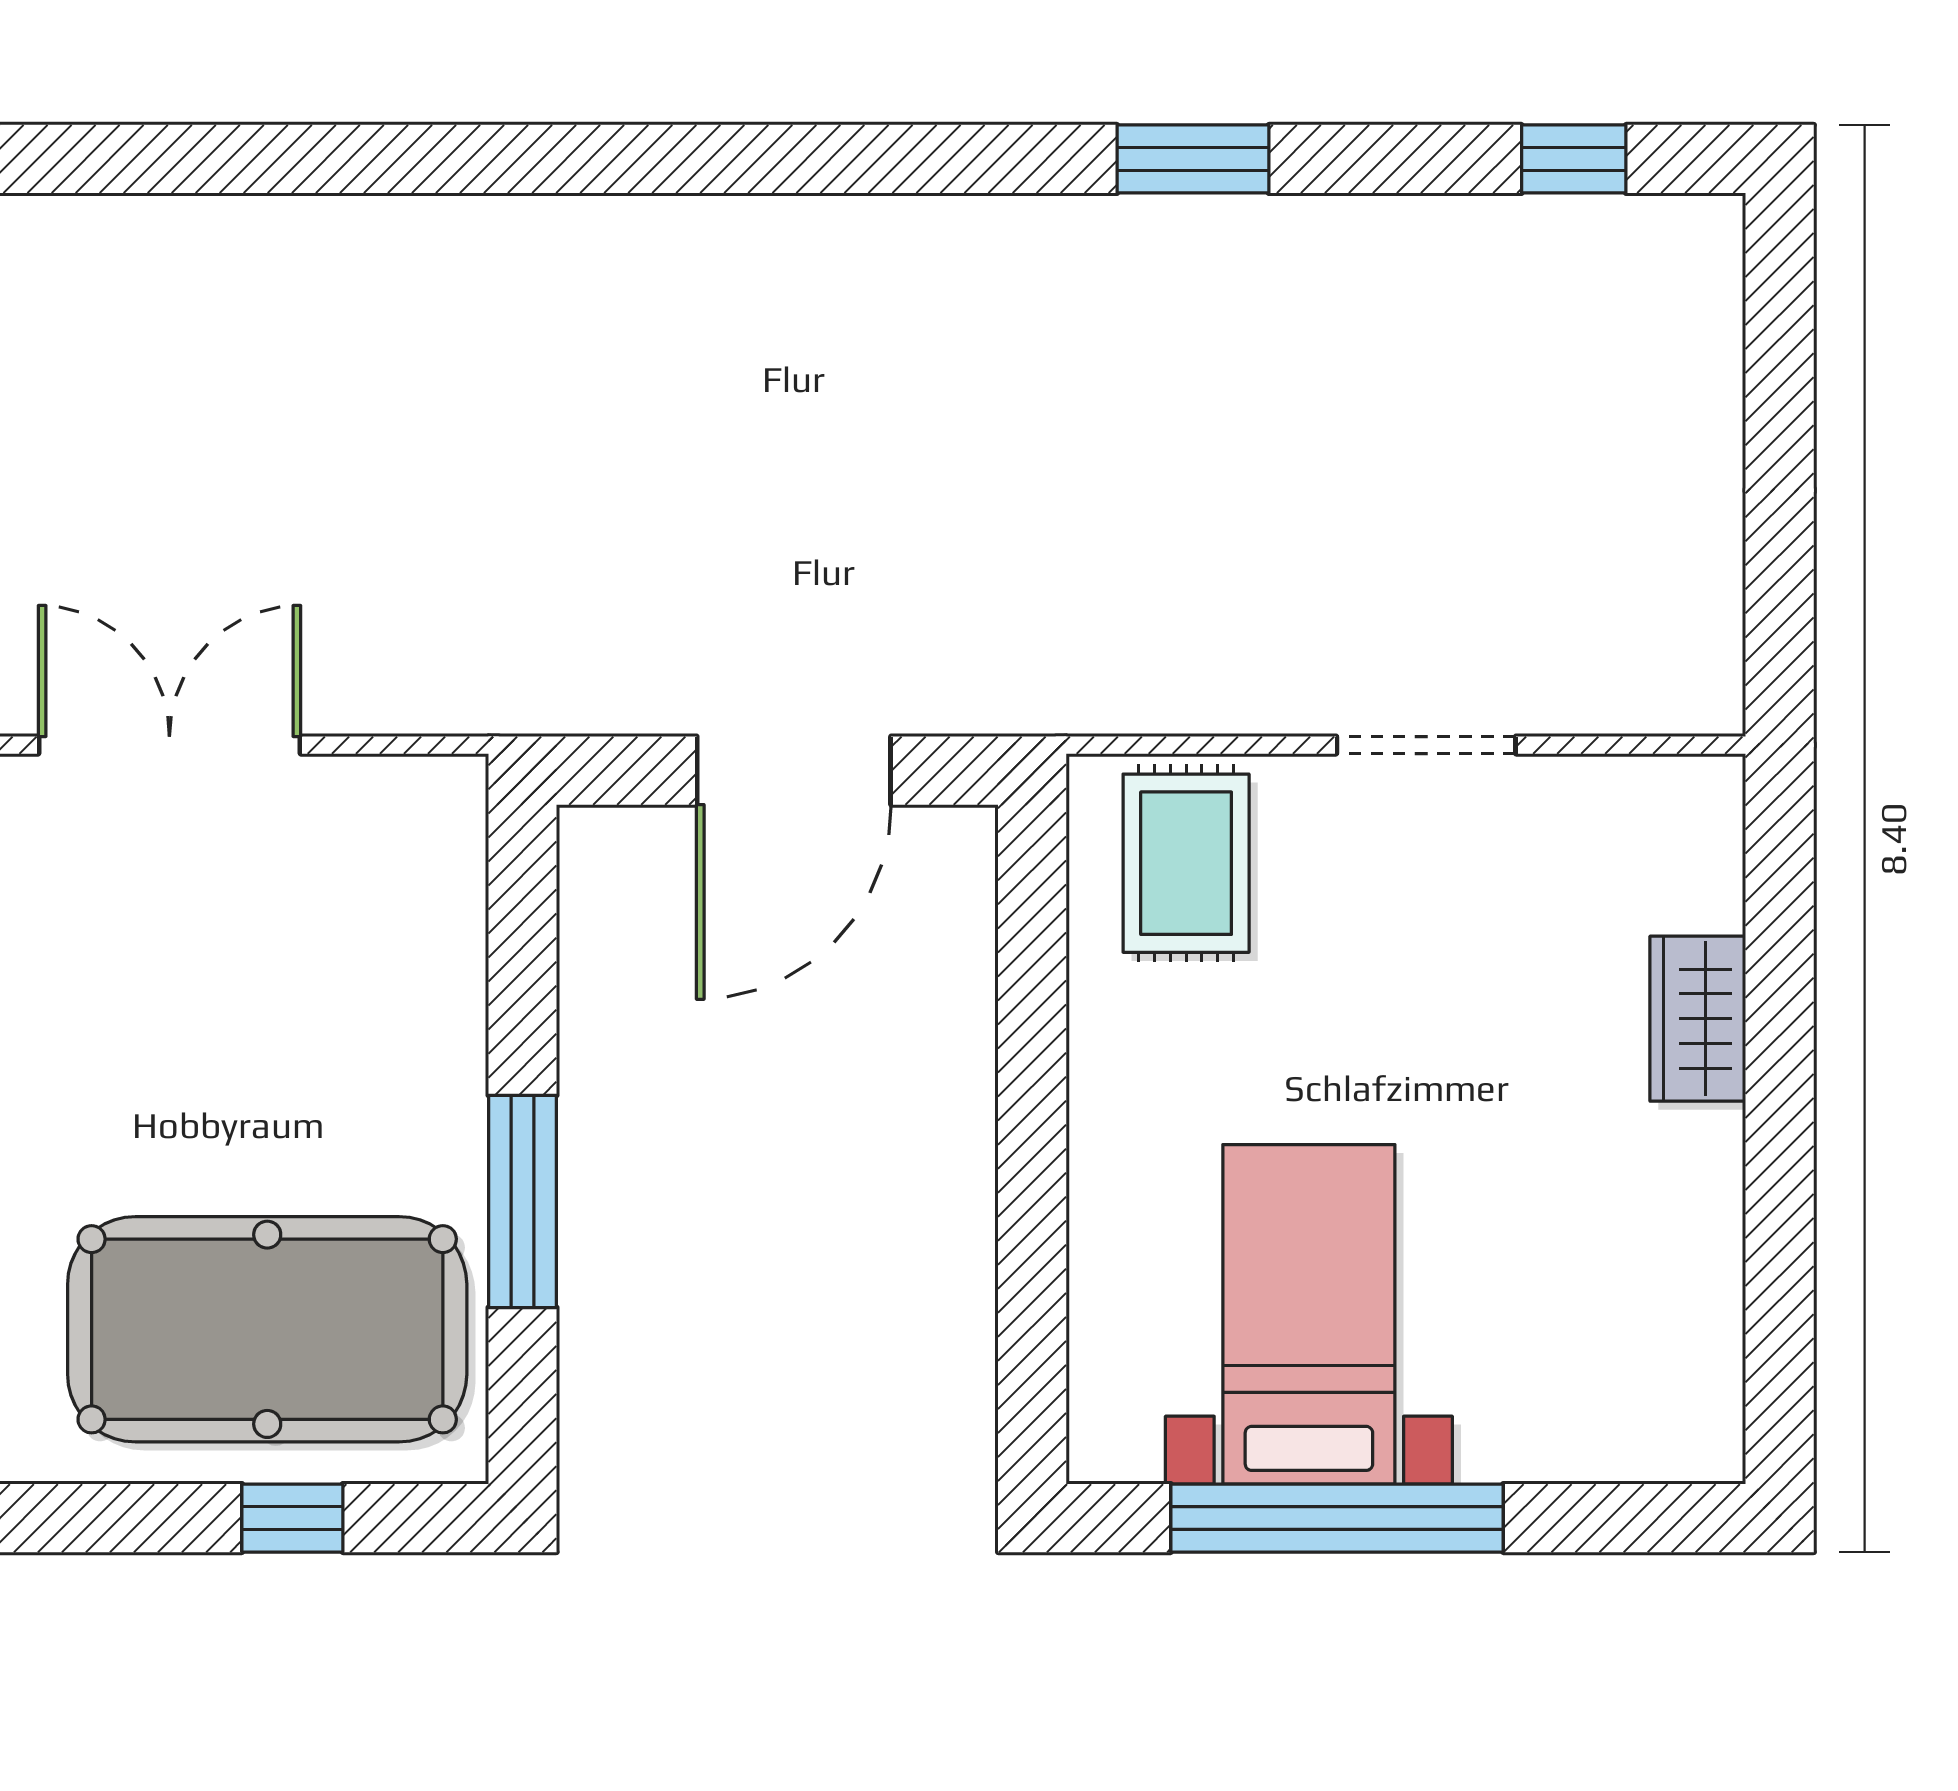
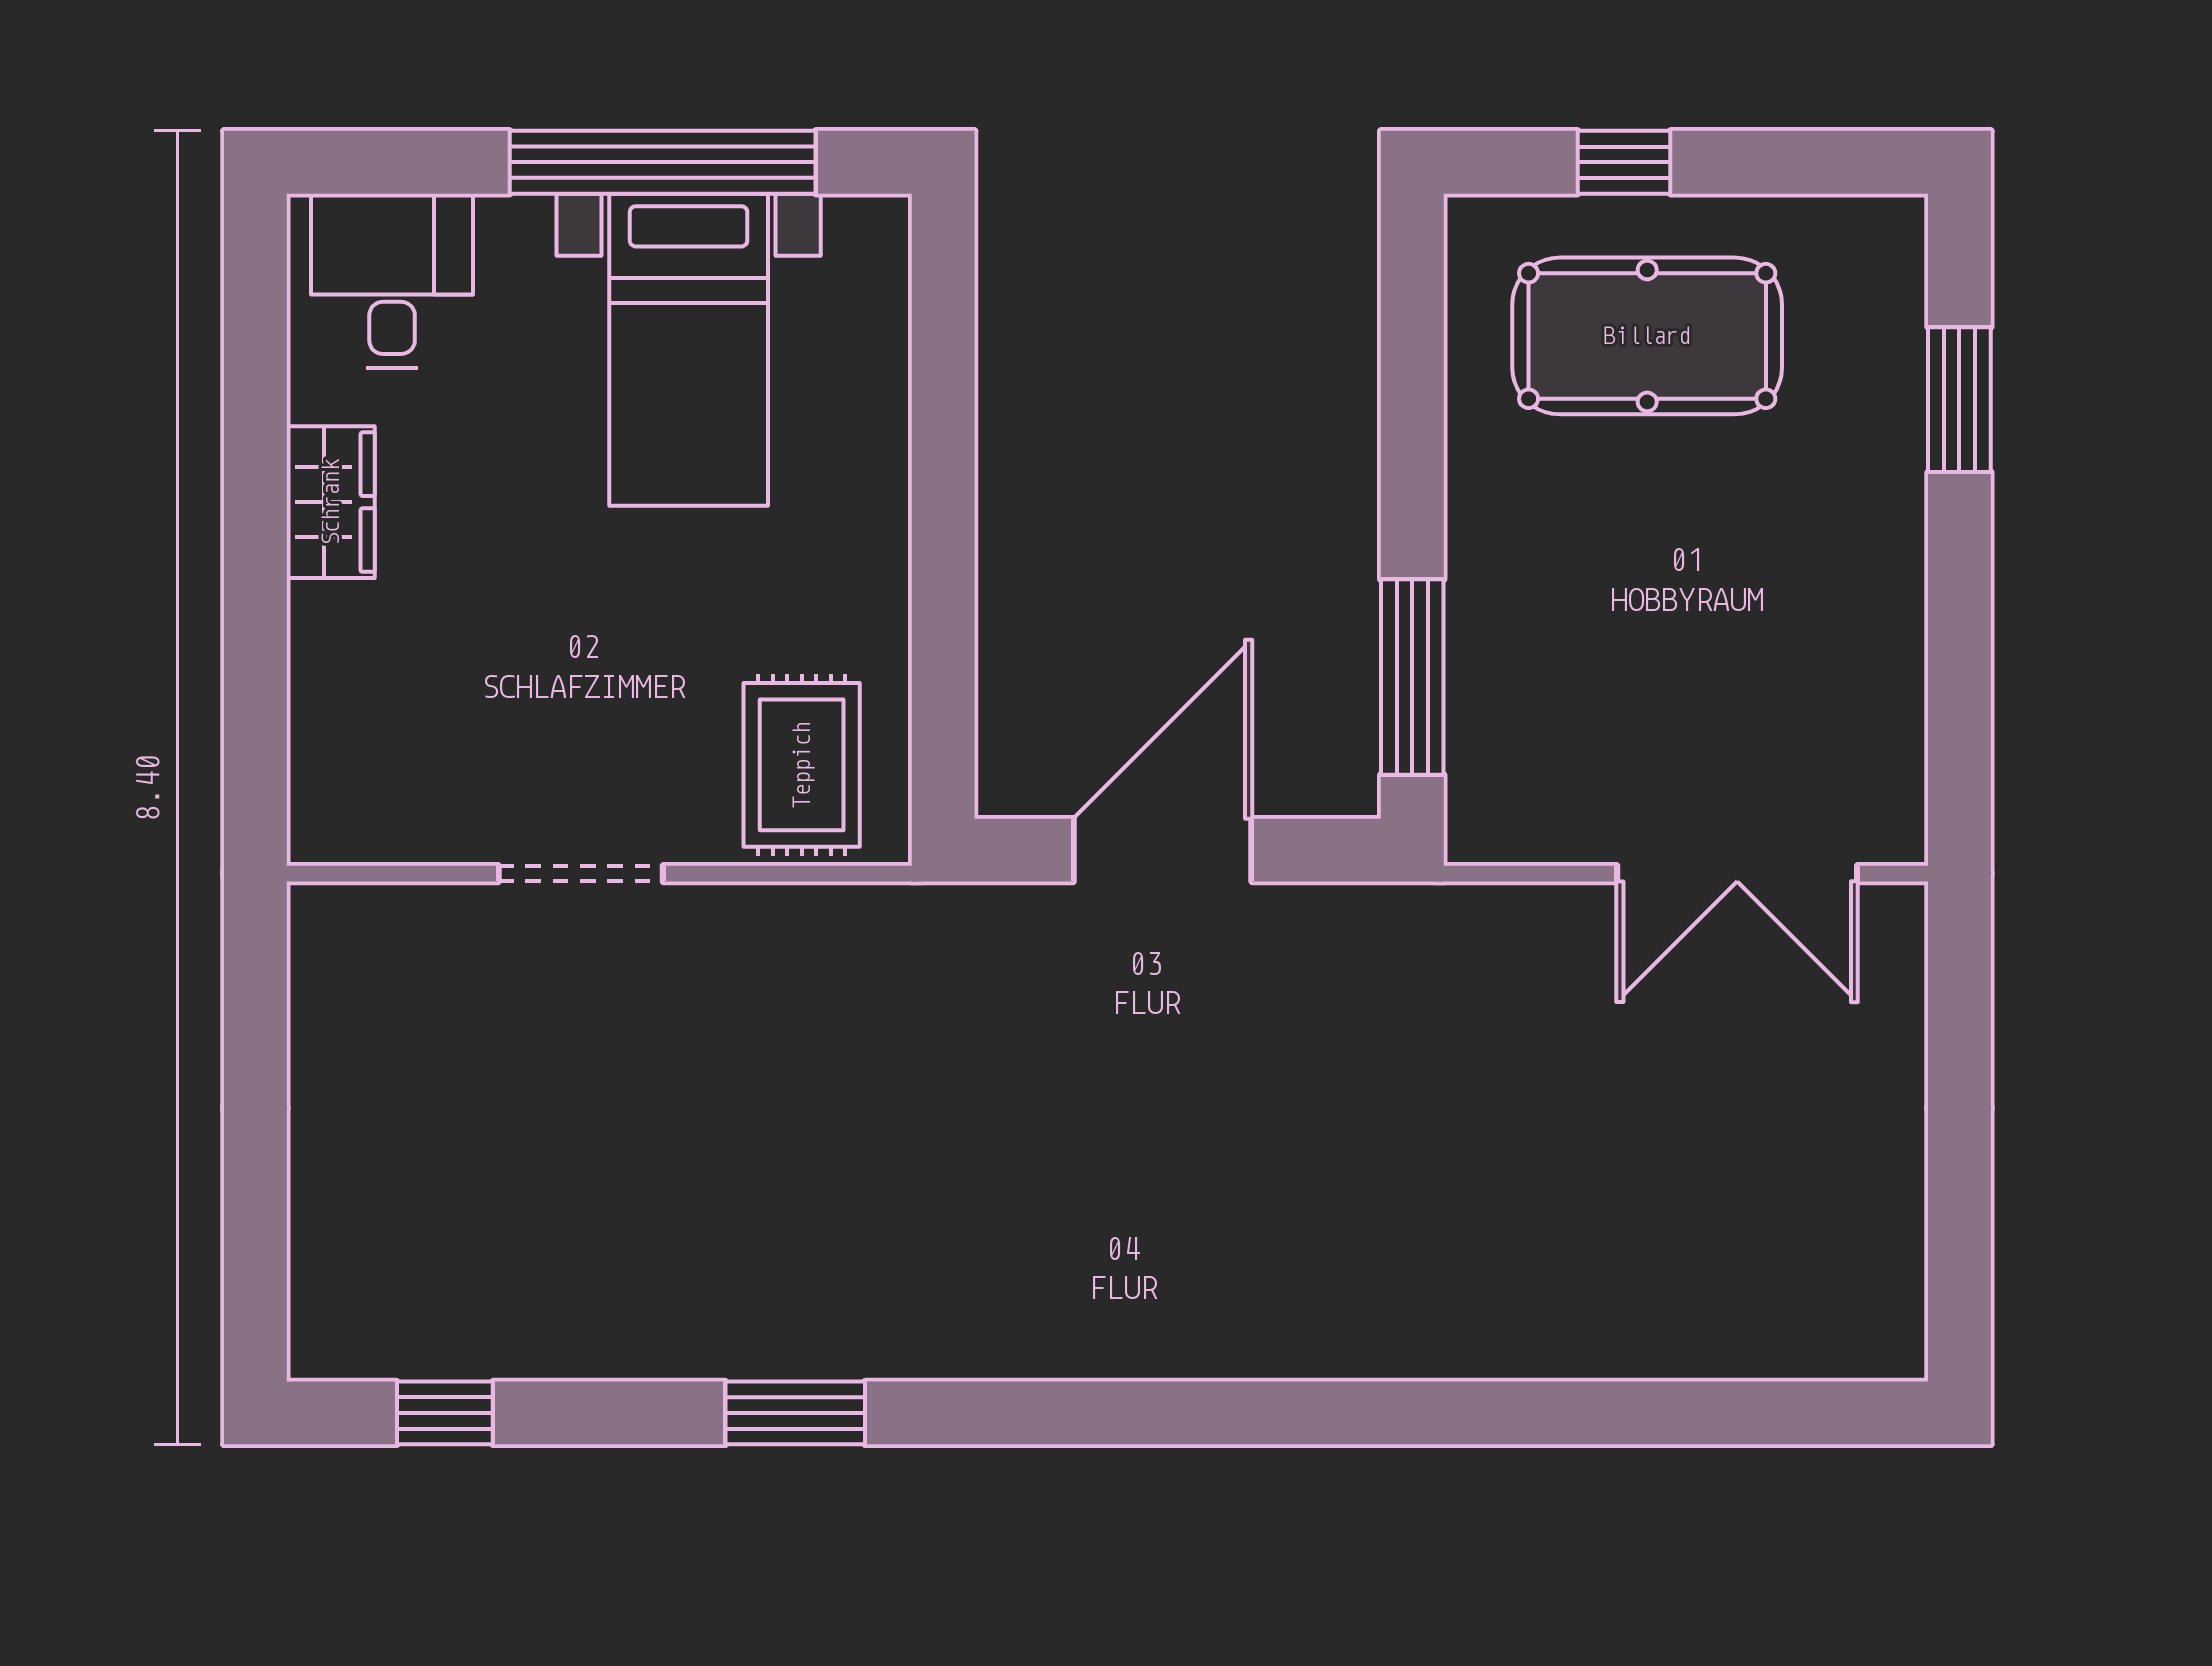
wardrobe: (1698, 1019) -> (331, 502), moved
window: (523, 1201) -> (1412, 677), moved
pool table: (267, 1329) -> (1647, 336), width x0.73, depth x0.76
desk: (1631, 1389) -> (392, 281), added

